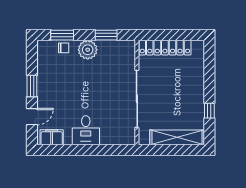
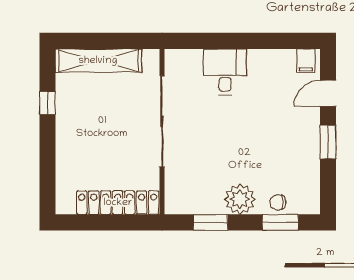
desk: (86, 130) -> (225, 72), moved
filing cabinet: (52, 137) -> (306, 61), width x0.50

